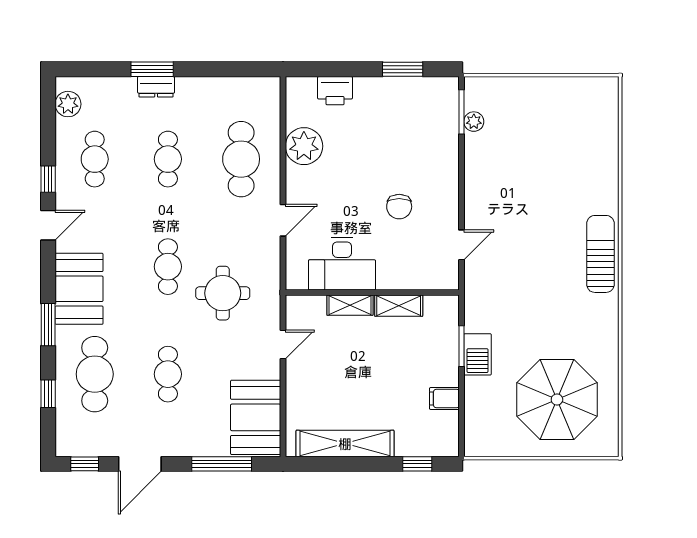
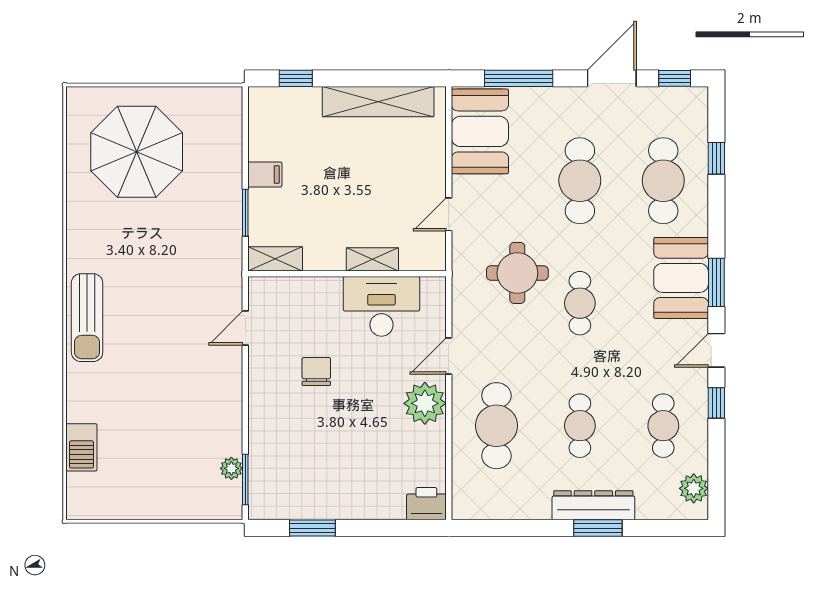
dresser: (156, 87) -> (593, 505), width x1.96, depth x1.24
printer: (335, 91) -> (426, 504), moved
plant: (304, 146) -> (425, 403), moved
shelving: (399, 306) -> (275, 259), moved
window: (48, 325) -> (716, 282), moved
barbecue: (477, 354) -> (81, 447), moved, turned 180
cafe table: (168, 374) -> (580, 181), width x1.37, depth x1.35
filing cabinet: (444, 399) -> (265, 174), moved

